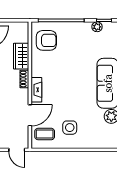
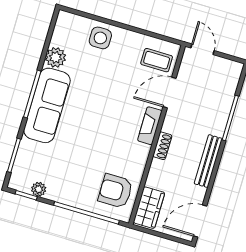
wardrobe: (21, 56) -> (149, 208), moved
side table: (70, 128) -> (100, 38), moved

